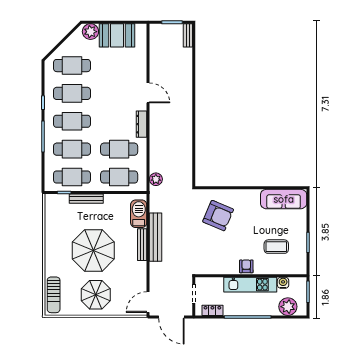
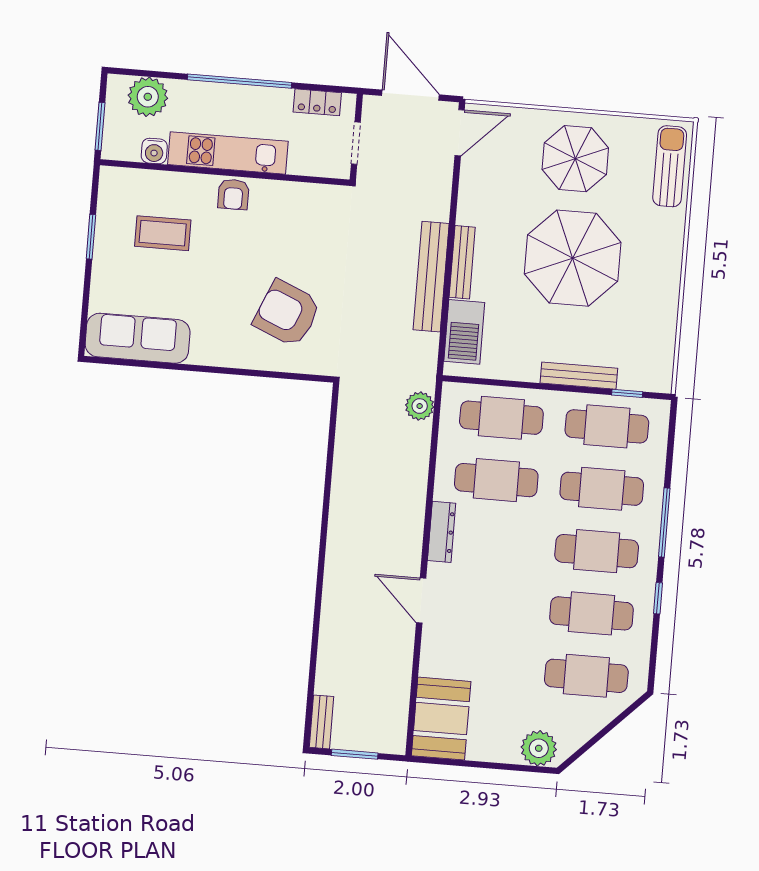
booth: (117, 35) -> (441, 719), moved, turned 90

